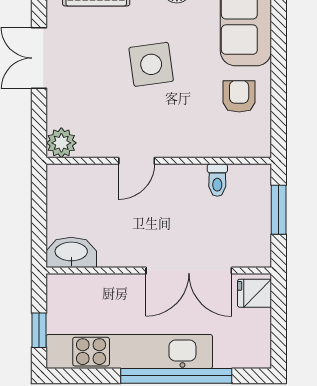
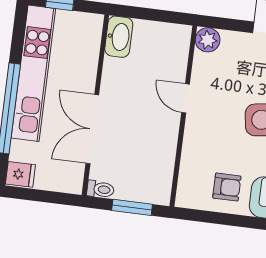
toilet: (217, 180) -> (100, 189), moved, turned 180
fridge: (254, 293) -> (20, 174), moved, turned 90

